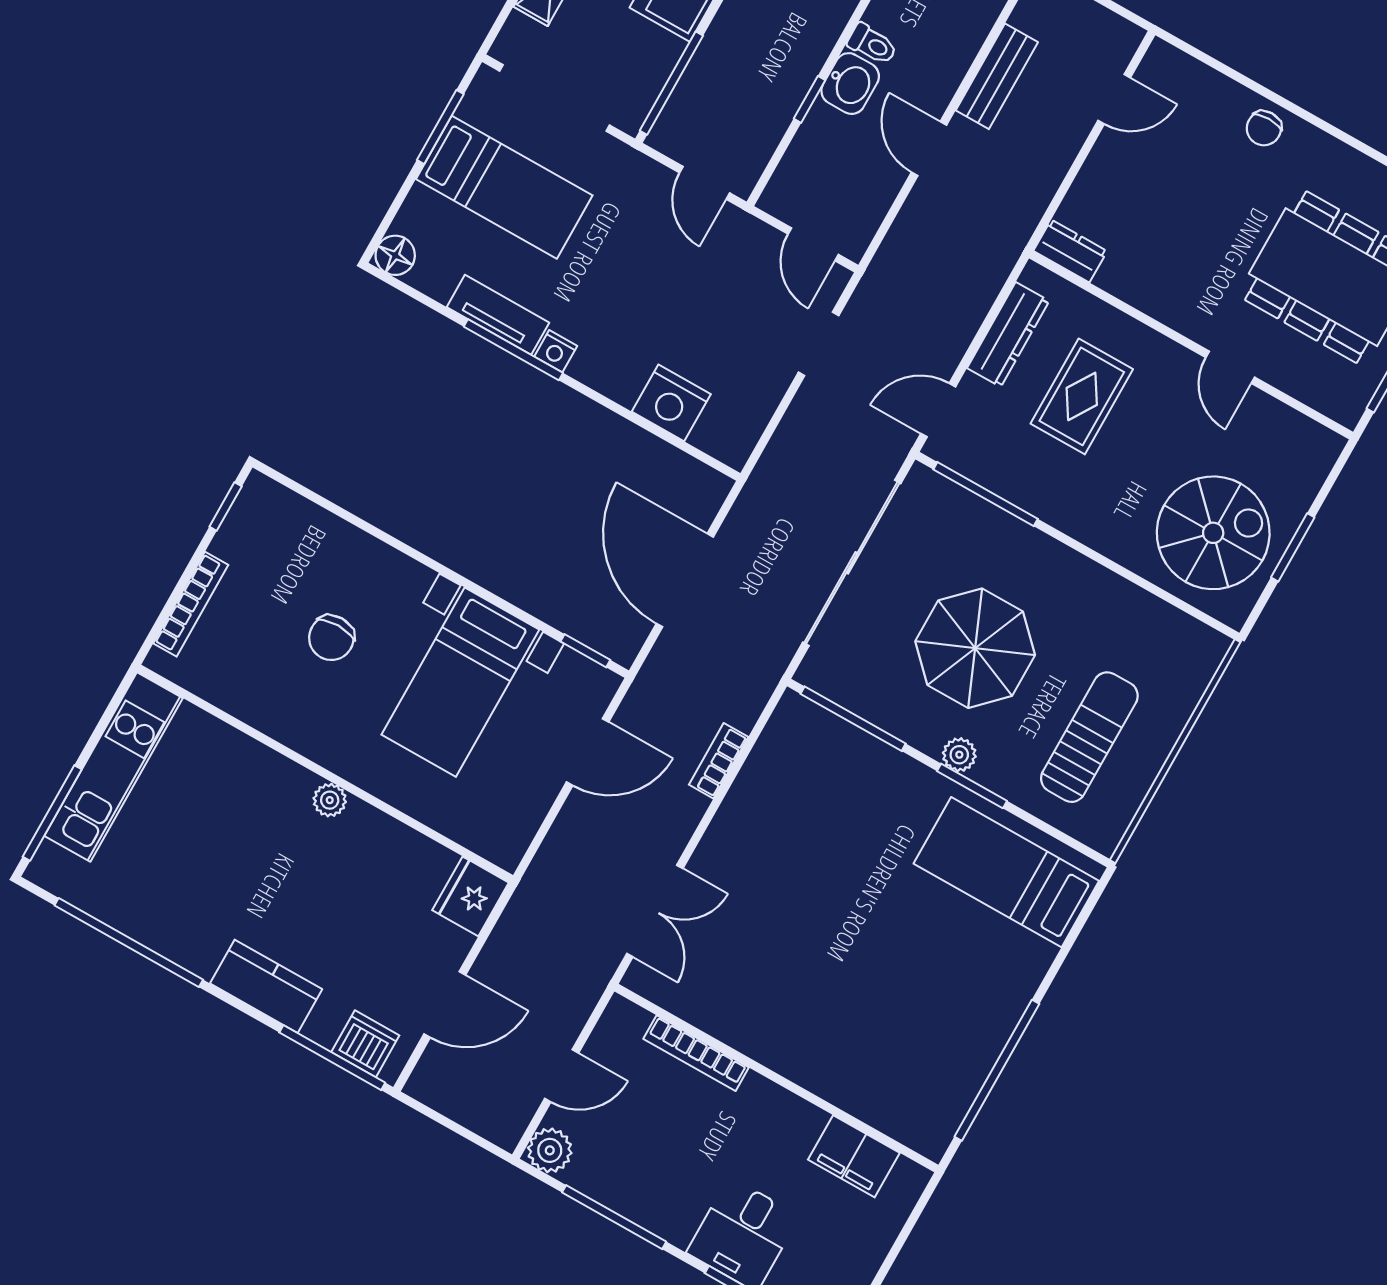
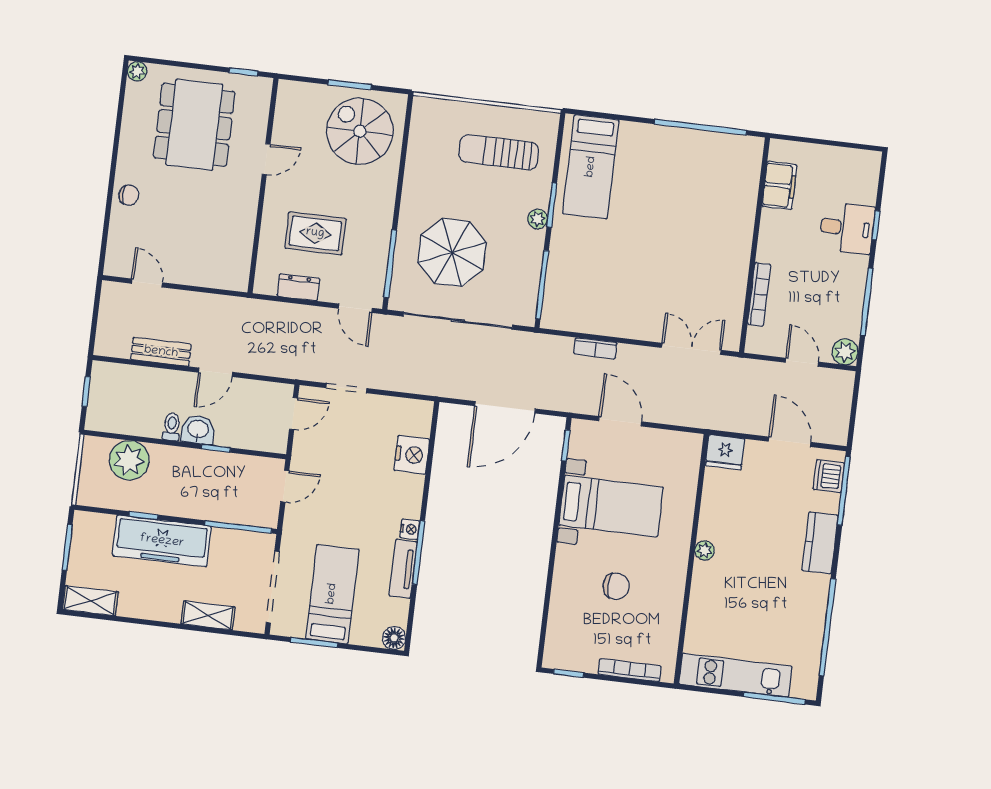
dresser: (1070, 251) -> (239, 273), removed
dresser: (1008, 334) -> (298, 287), width x0.70
parasol: (975, 648) -> (452, 252), moved

